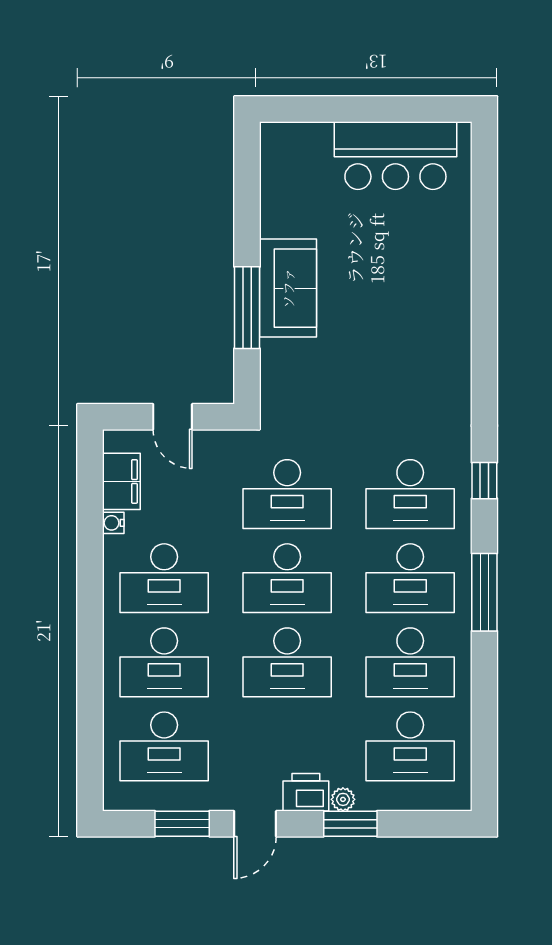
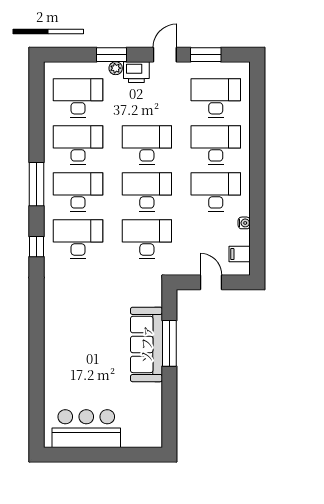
sofa: (288, 288) -> (146, 344), width x1.36
filing cabinet: (121, 481) -> (240, 254), width x0.50

